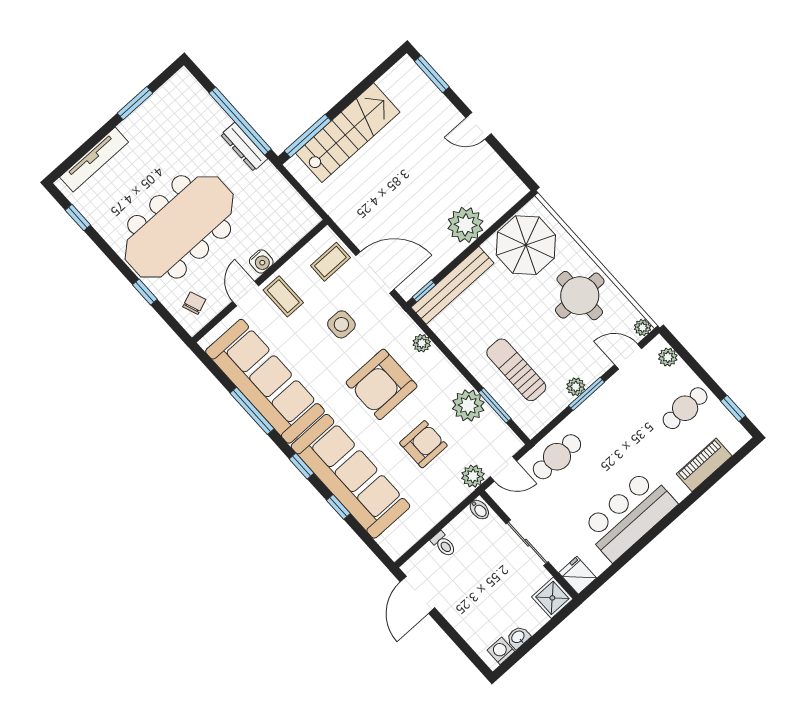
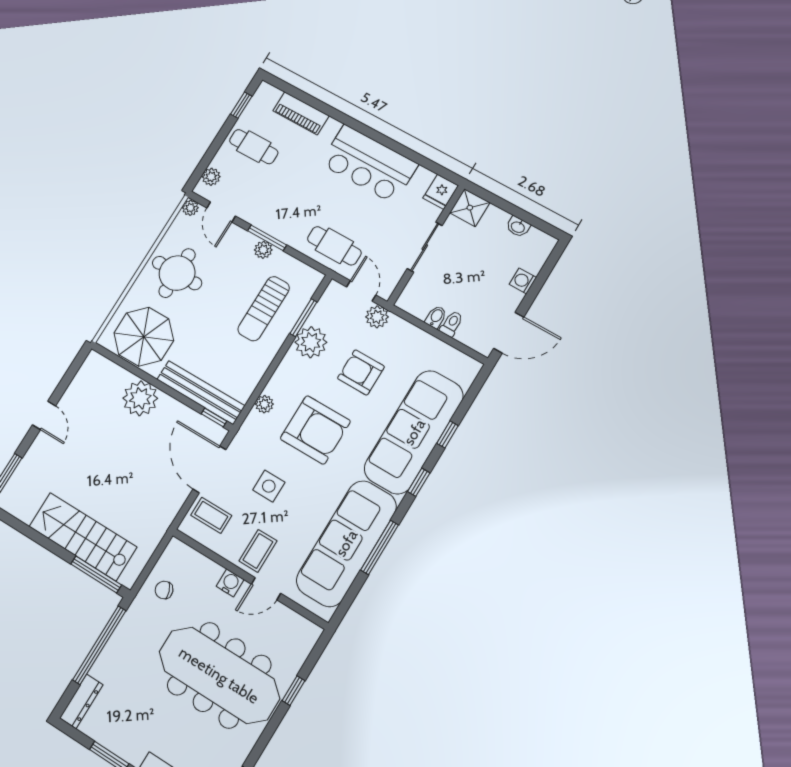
dresser: (244, 147) -> (81, 701), moved
chair: (194, 303) -> (164, 590), moved
bidet: (479, 510) -> (436, 317), moved
washing machine: (501, 651) -> (523, 281), moved, turned 90

